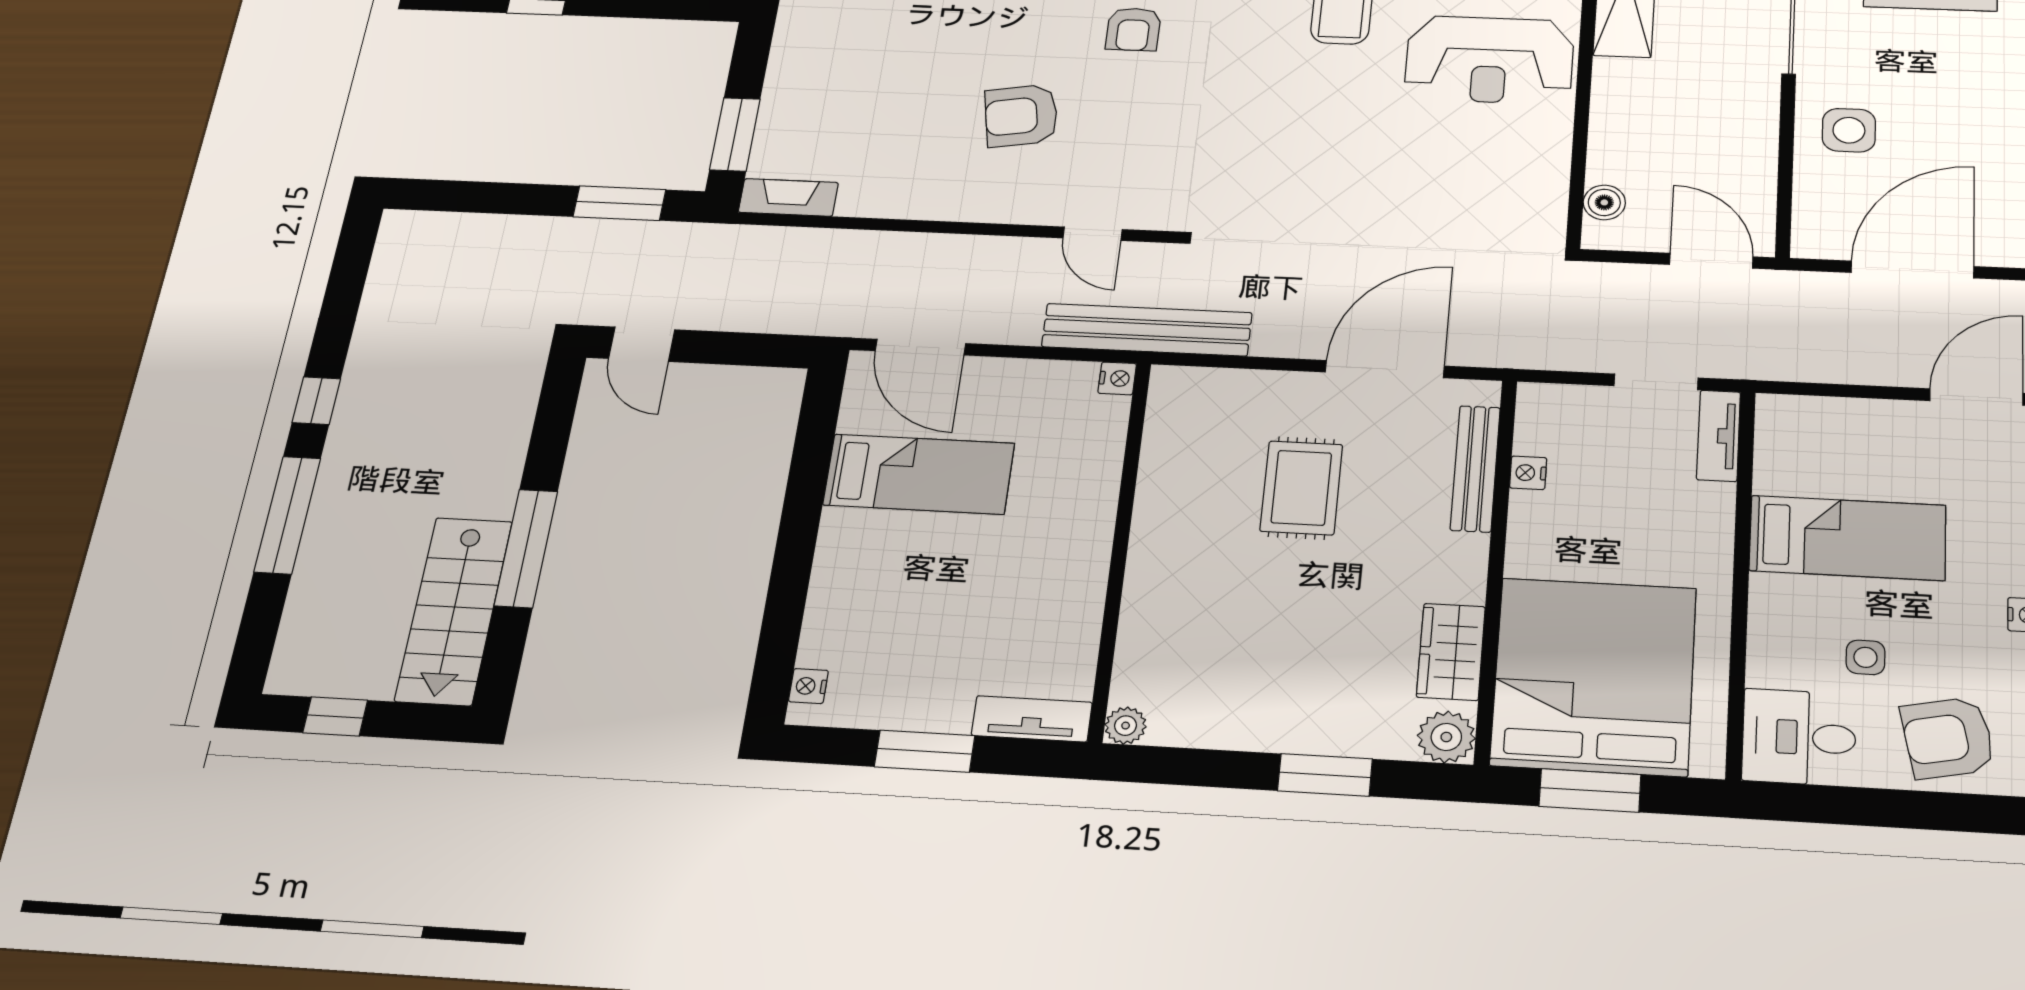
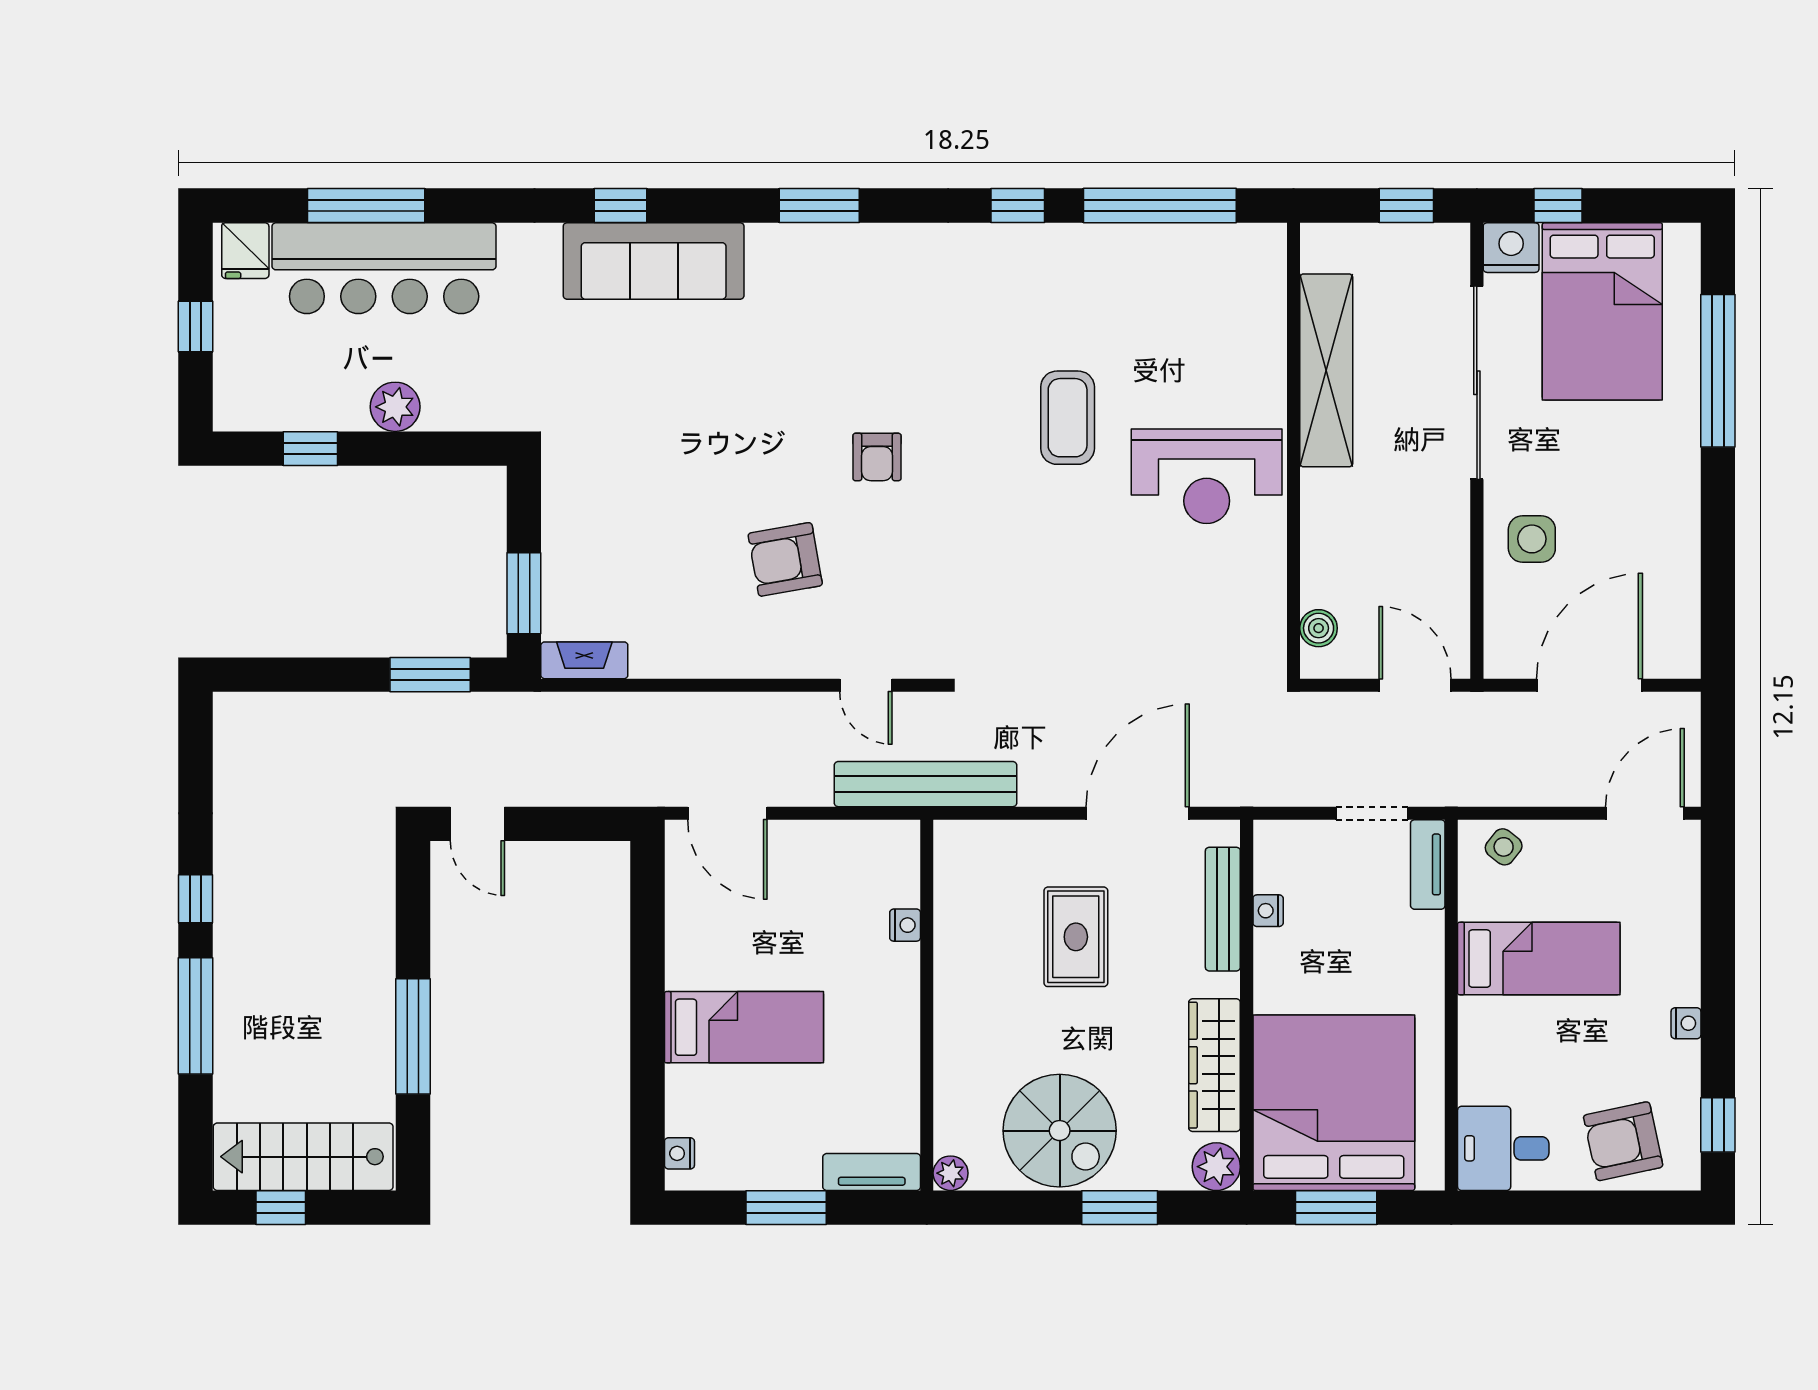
nightstand: (1117, 378) -> (905, 925), moved
bed: (919, 474) -> (744, 1027), moved
stairs: (454, 611) -> (303, 1157), moved, turned 90
wardrobe: (1451, 652) -> (1215, 1065), width x1.50
side table: (1865, 657) -> (1504, 847), moved, turned 38
spiral stairs: (1261, 687) -> (1060, 1131), added

